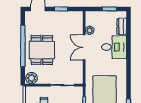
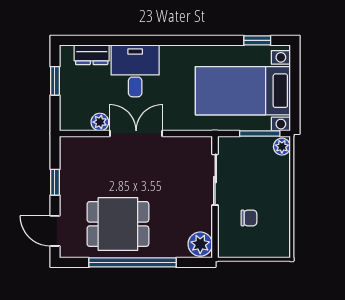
double door: (84, 47) -> (136, 134), swing flipped
dining table: (42, 50) -> (118, 224), moved

